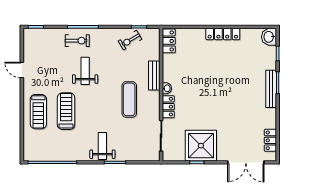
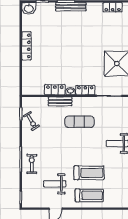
locker: (169, 41) -> (55, 90), moved
weight bench: (85, 71) -> (55, 184), moved
treadmill: (66, 111) -> (89, 173), turned 180

